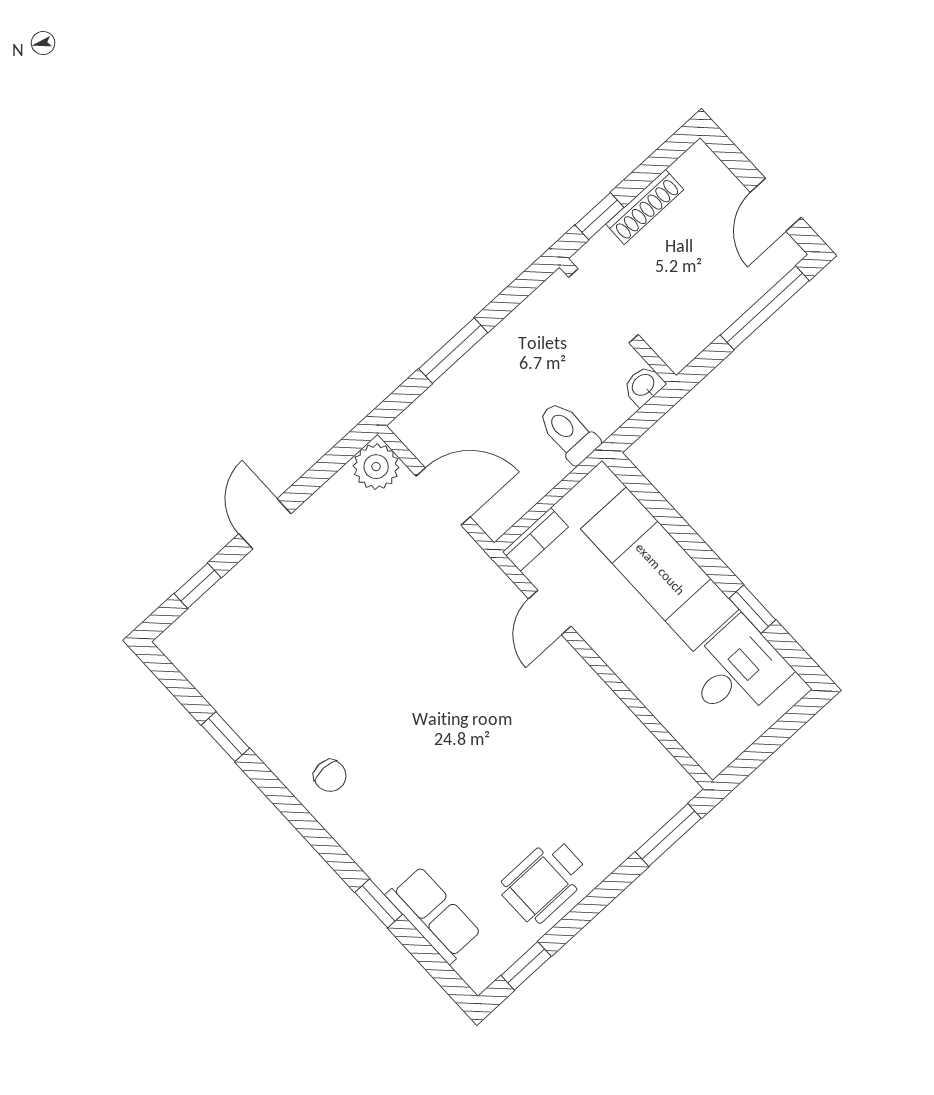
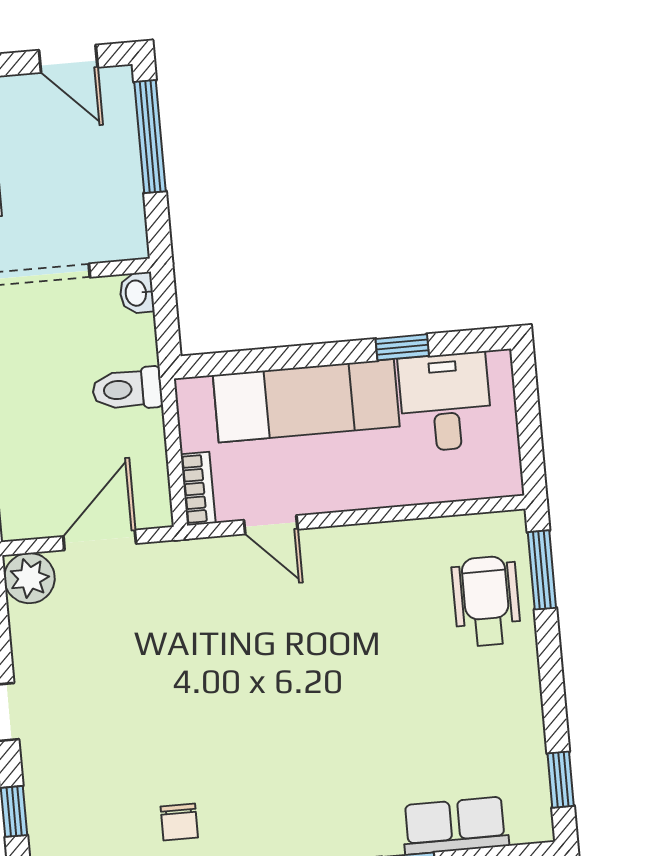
chair: (330, 776) -> (179, 822), moved, turned 90
wheelchair: (544, 881) -> (486, 601), moved, turned 180

